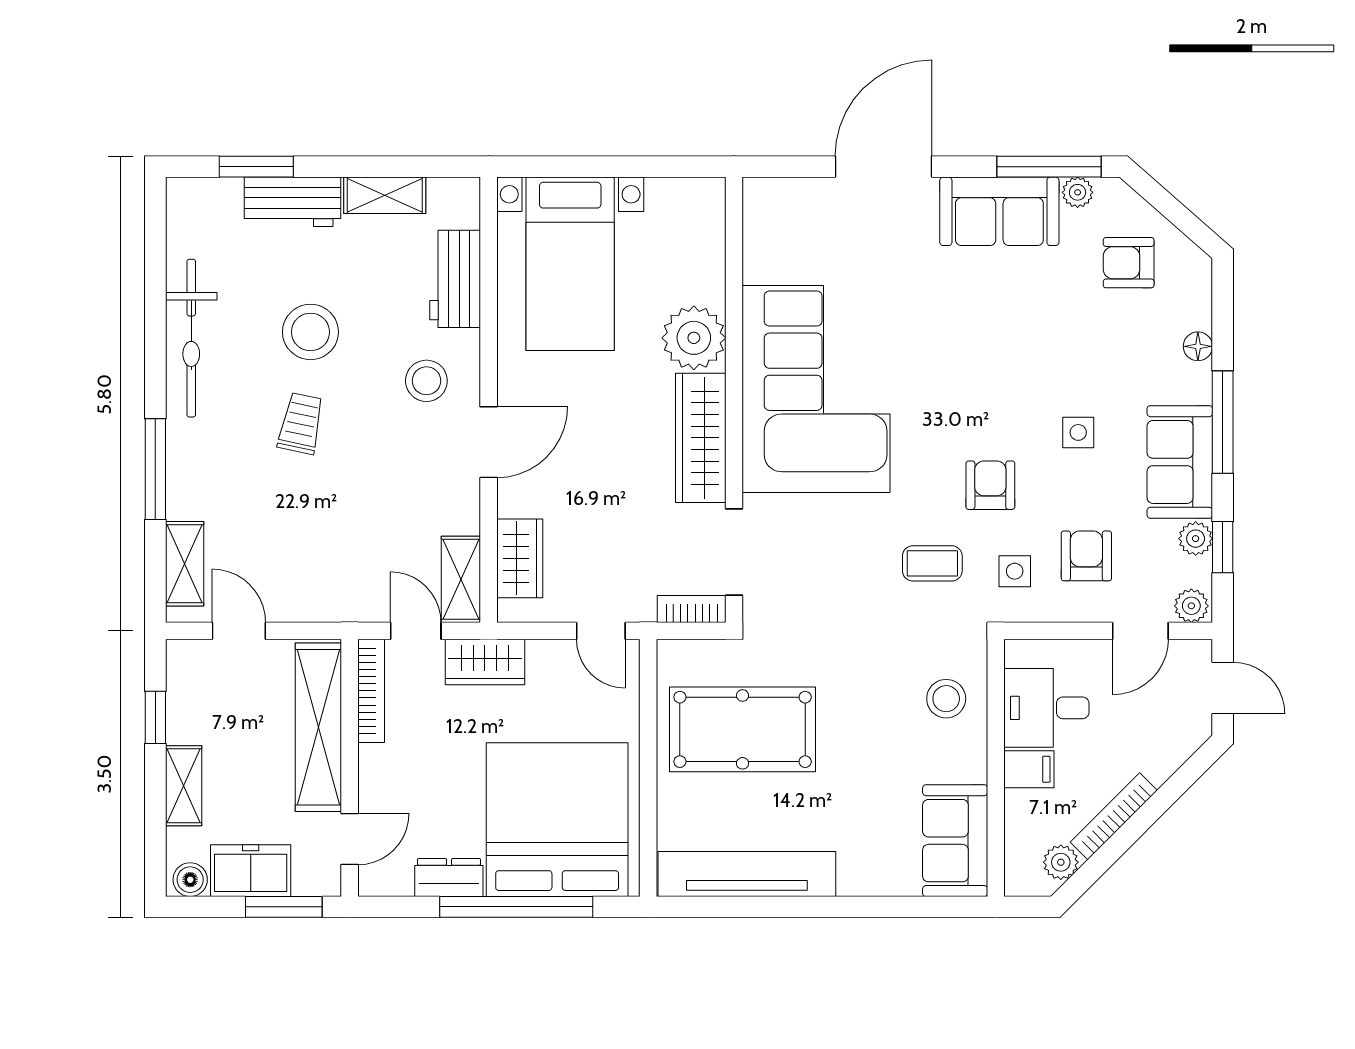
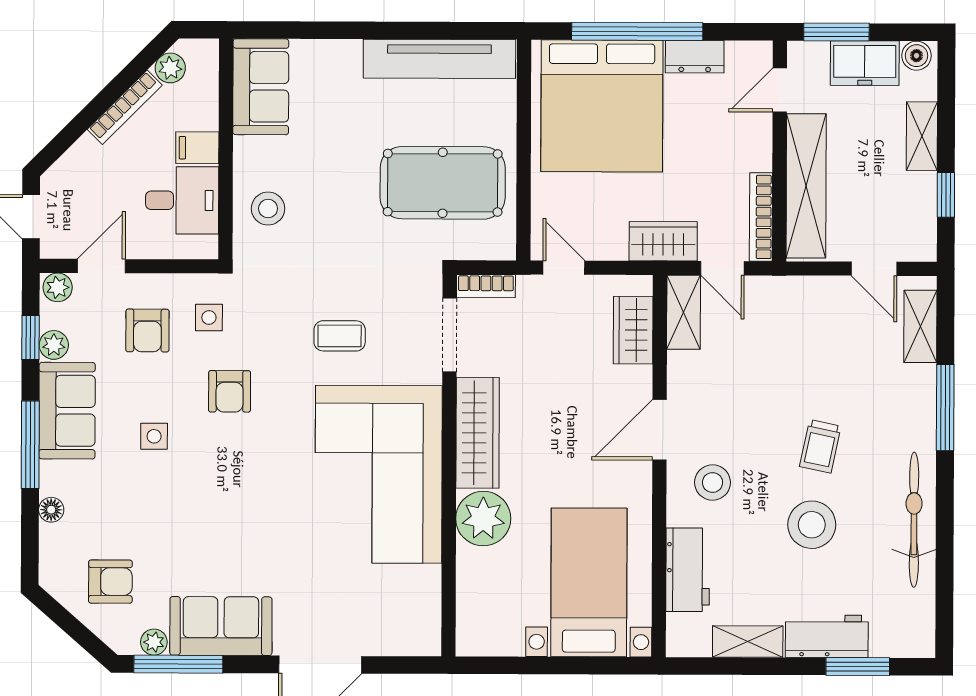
coffee table: (932, 563) -> (340, 336), moved

